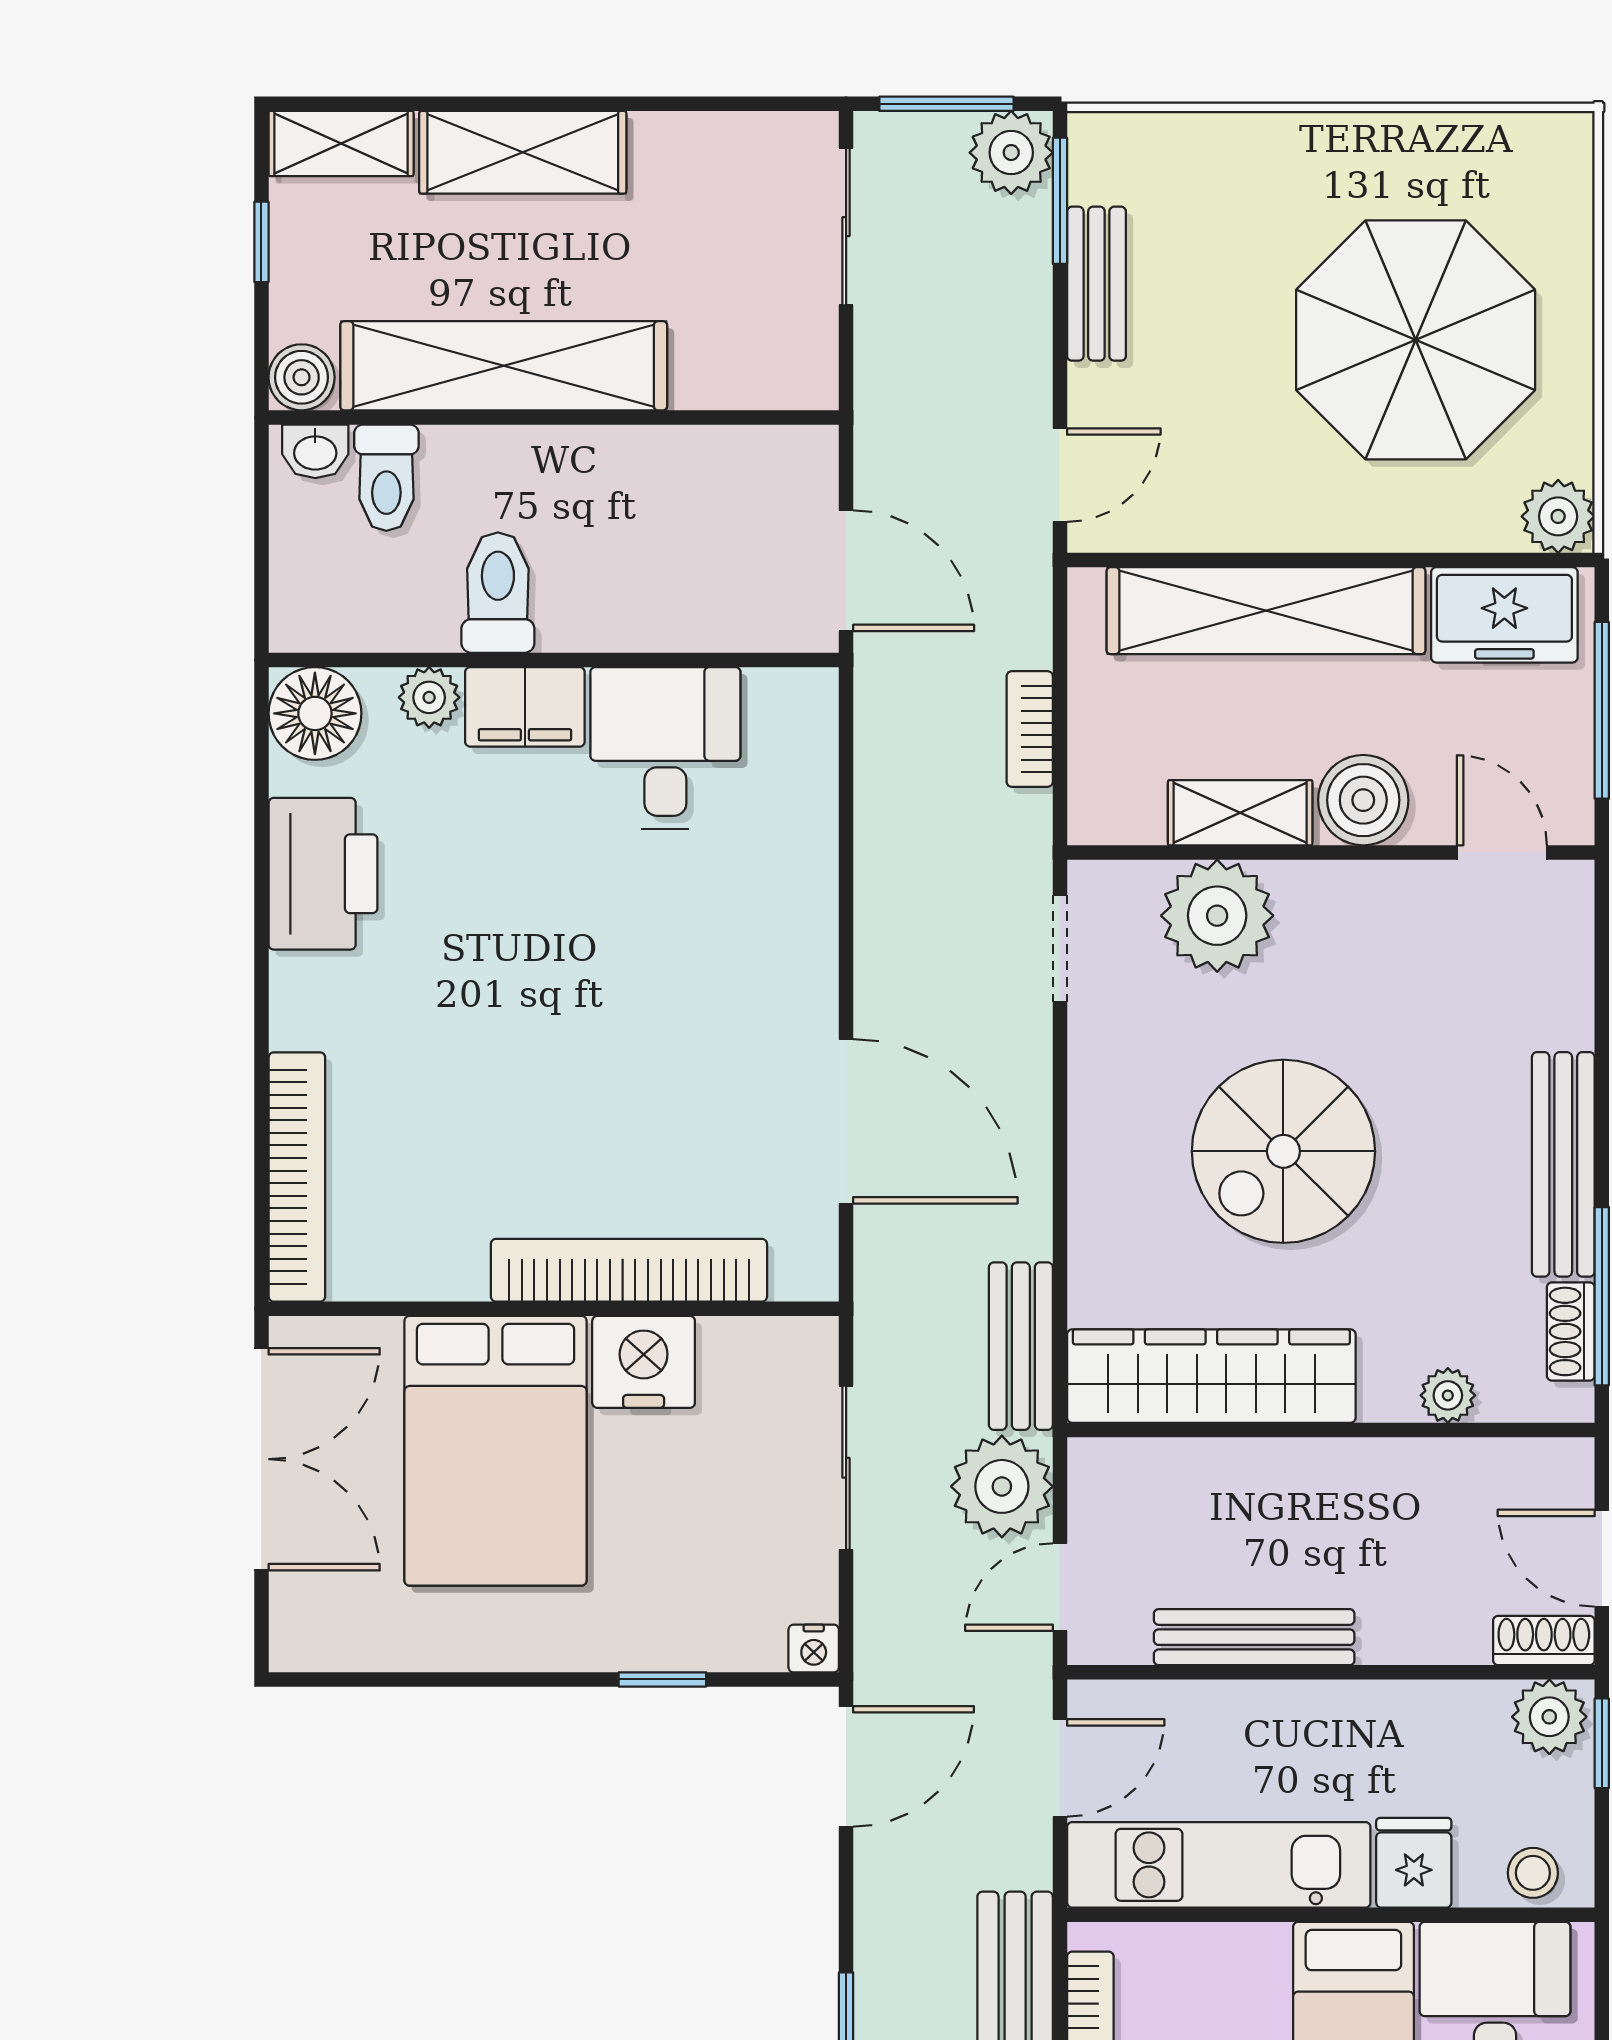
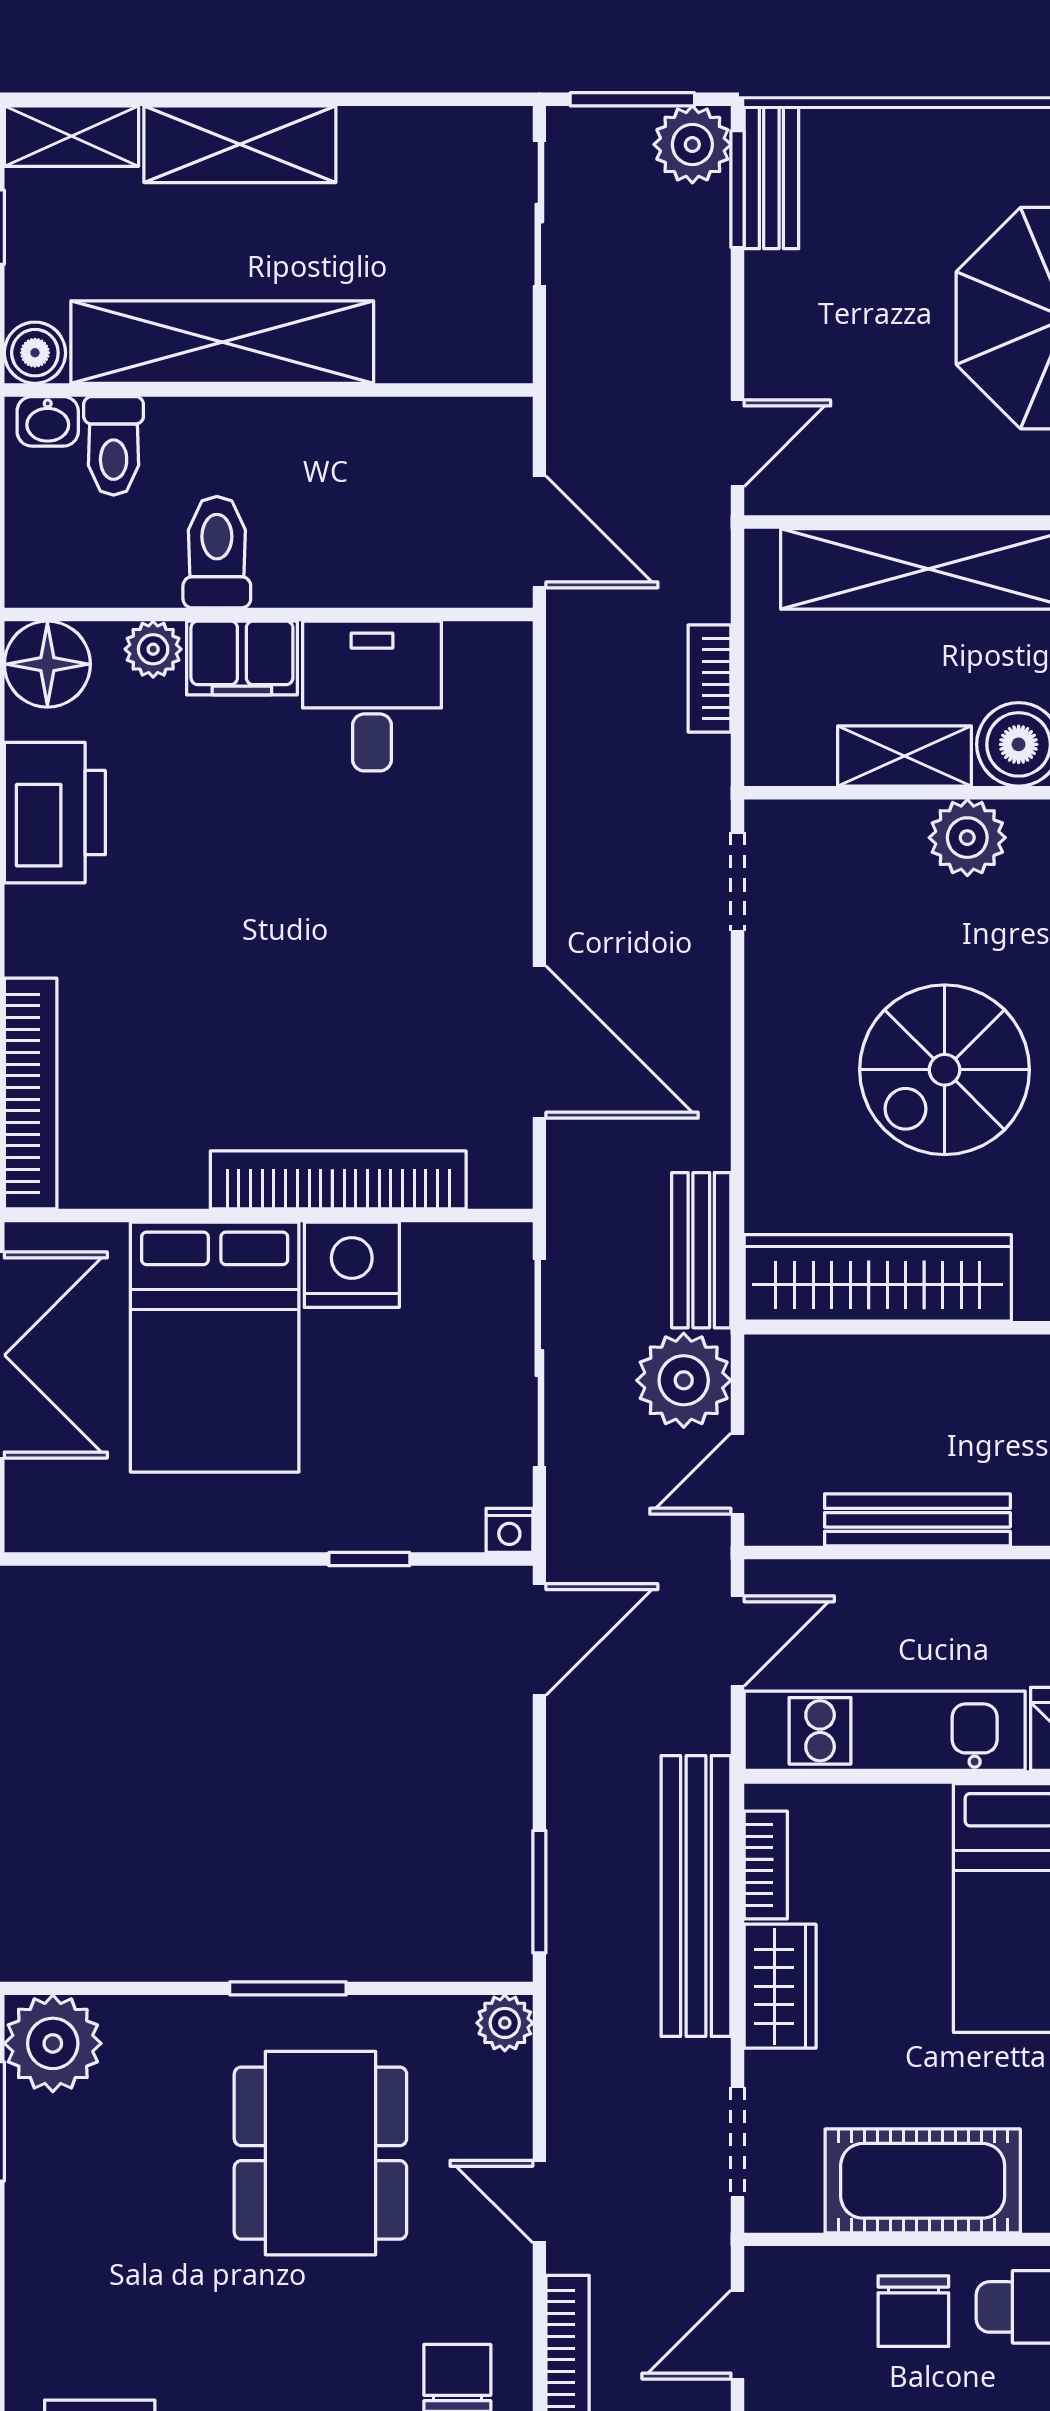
bench: (1096, 284) -> (771, 177), moved
plant: (1217, 916) -> (967, 838), moved, width x0.73, depth x0.73
sliding door: (846, 1468) -> (539, 1363), width x1.37

